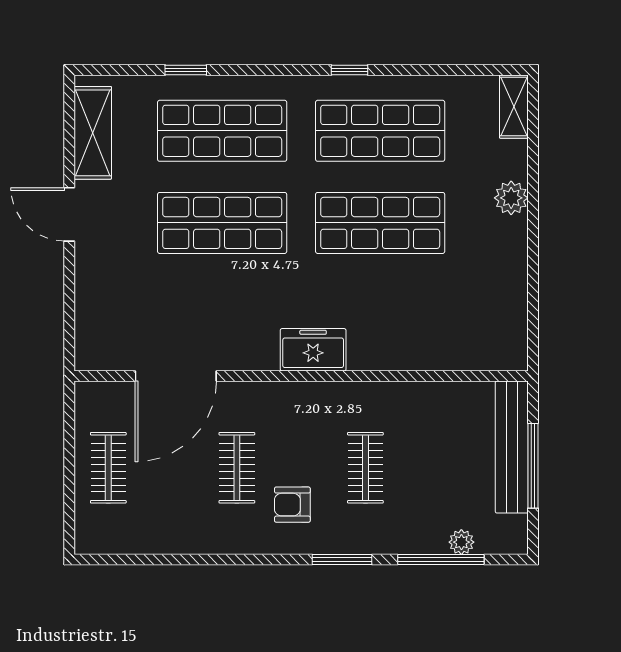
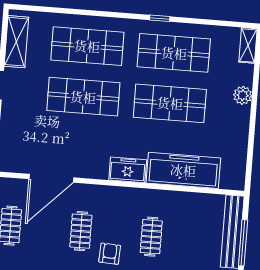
window: (186, 70) -> (70, 11), removed
freezer: (414, 343) -> (183, 170), added
armchair: (292, 505) -> (110, 254), turned 93

